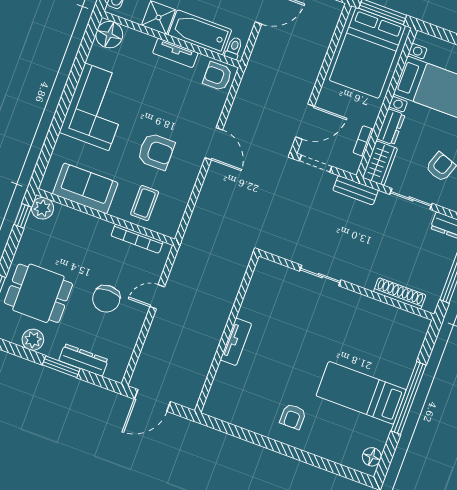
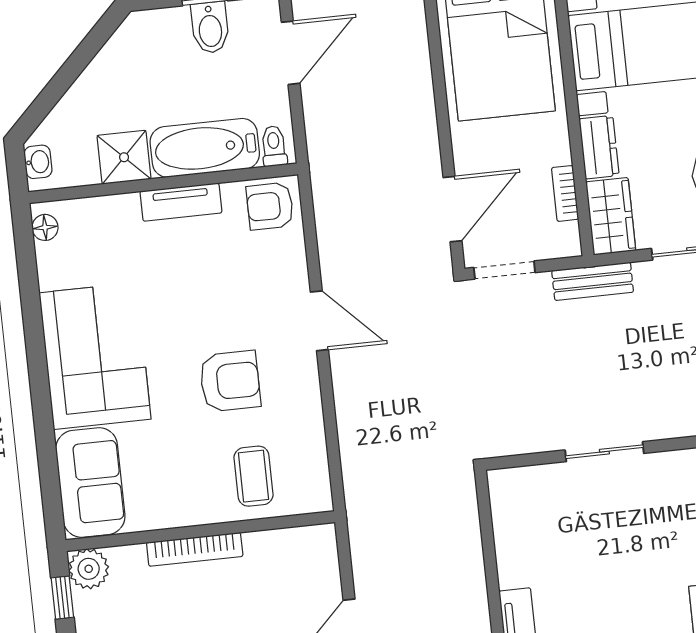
floor lamp: (109, 35) -> (45, 227), width x0.53, depth x0.53
sofa: (85, 188) -> (90, 483), moved, turned 90
bookcase: (137, 239) -> (195, 549), moved

